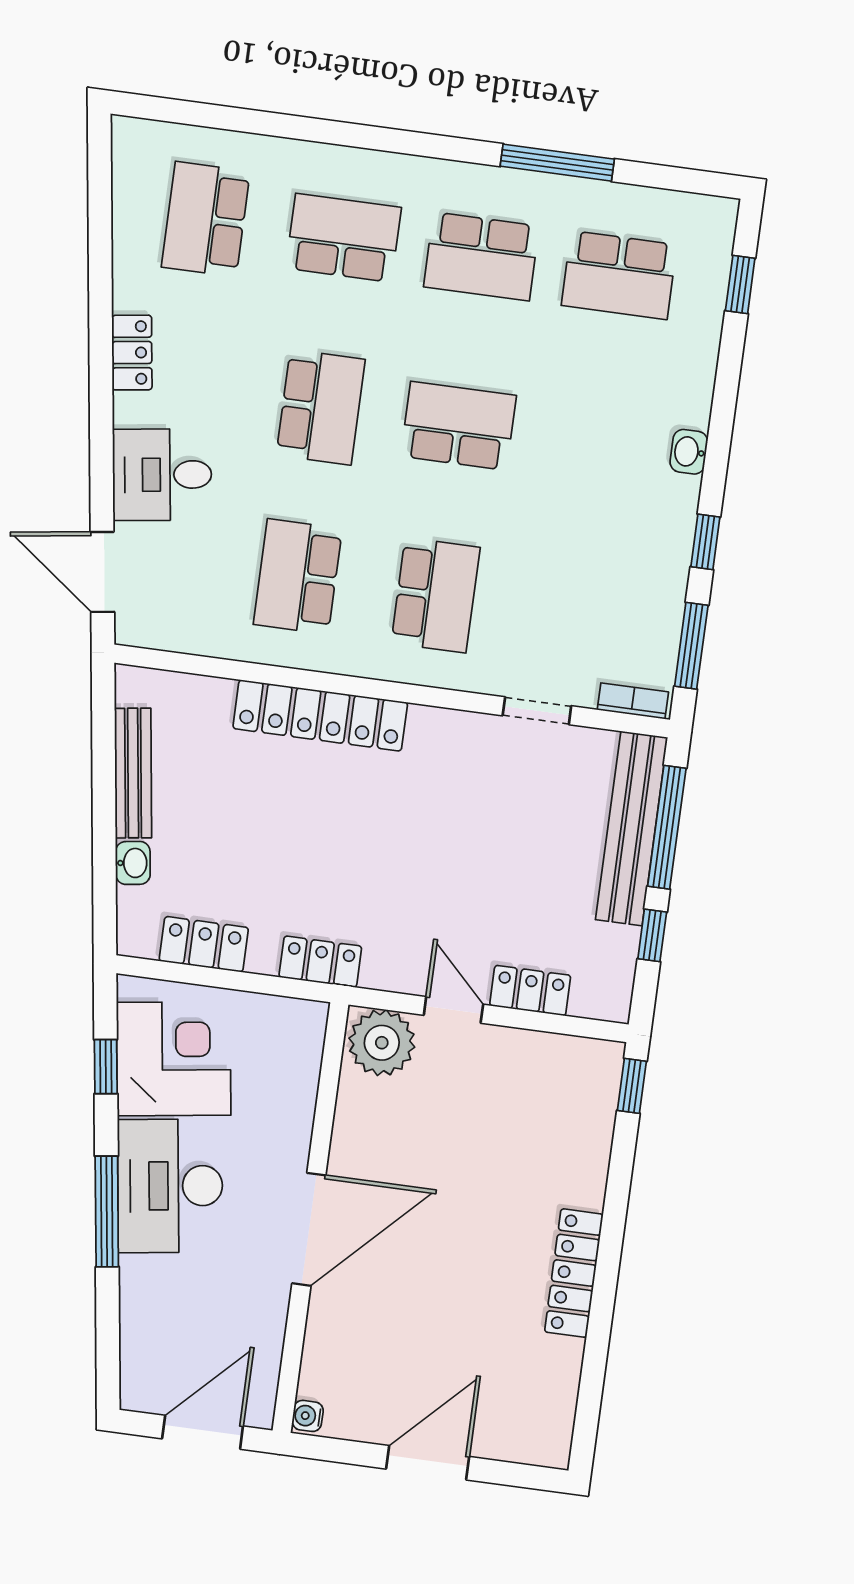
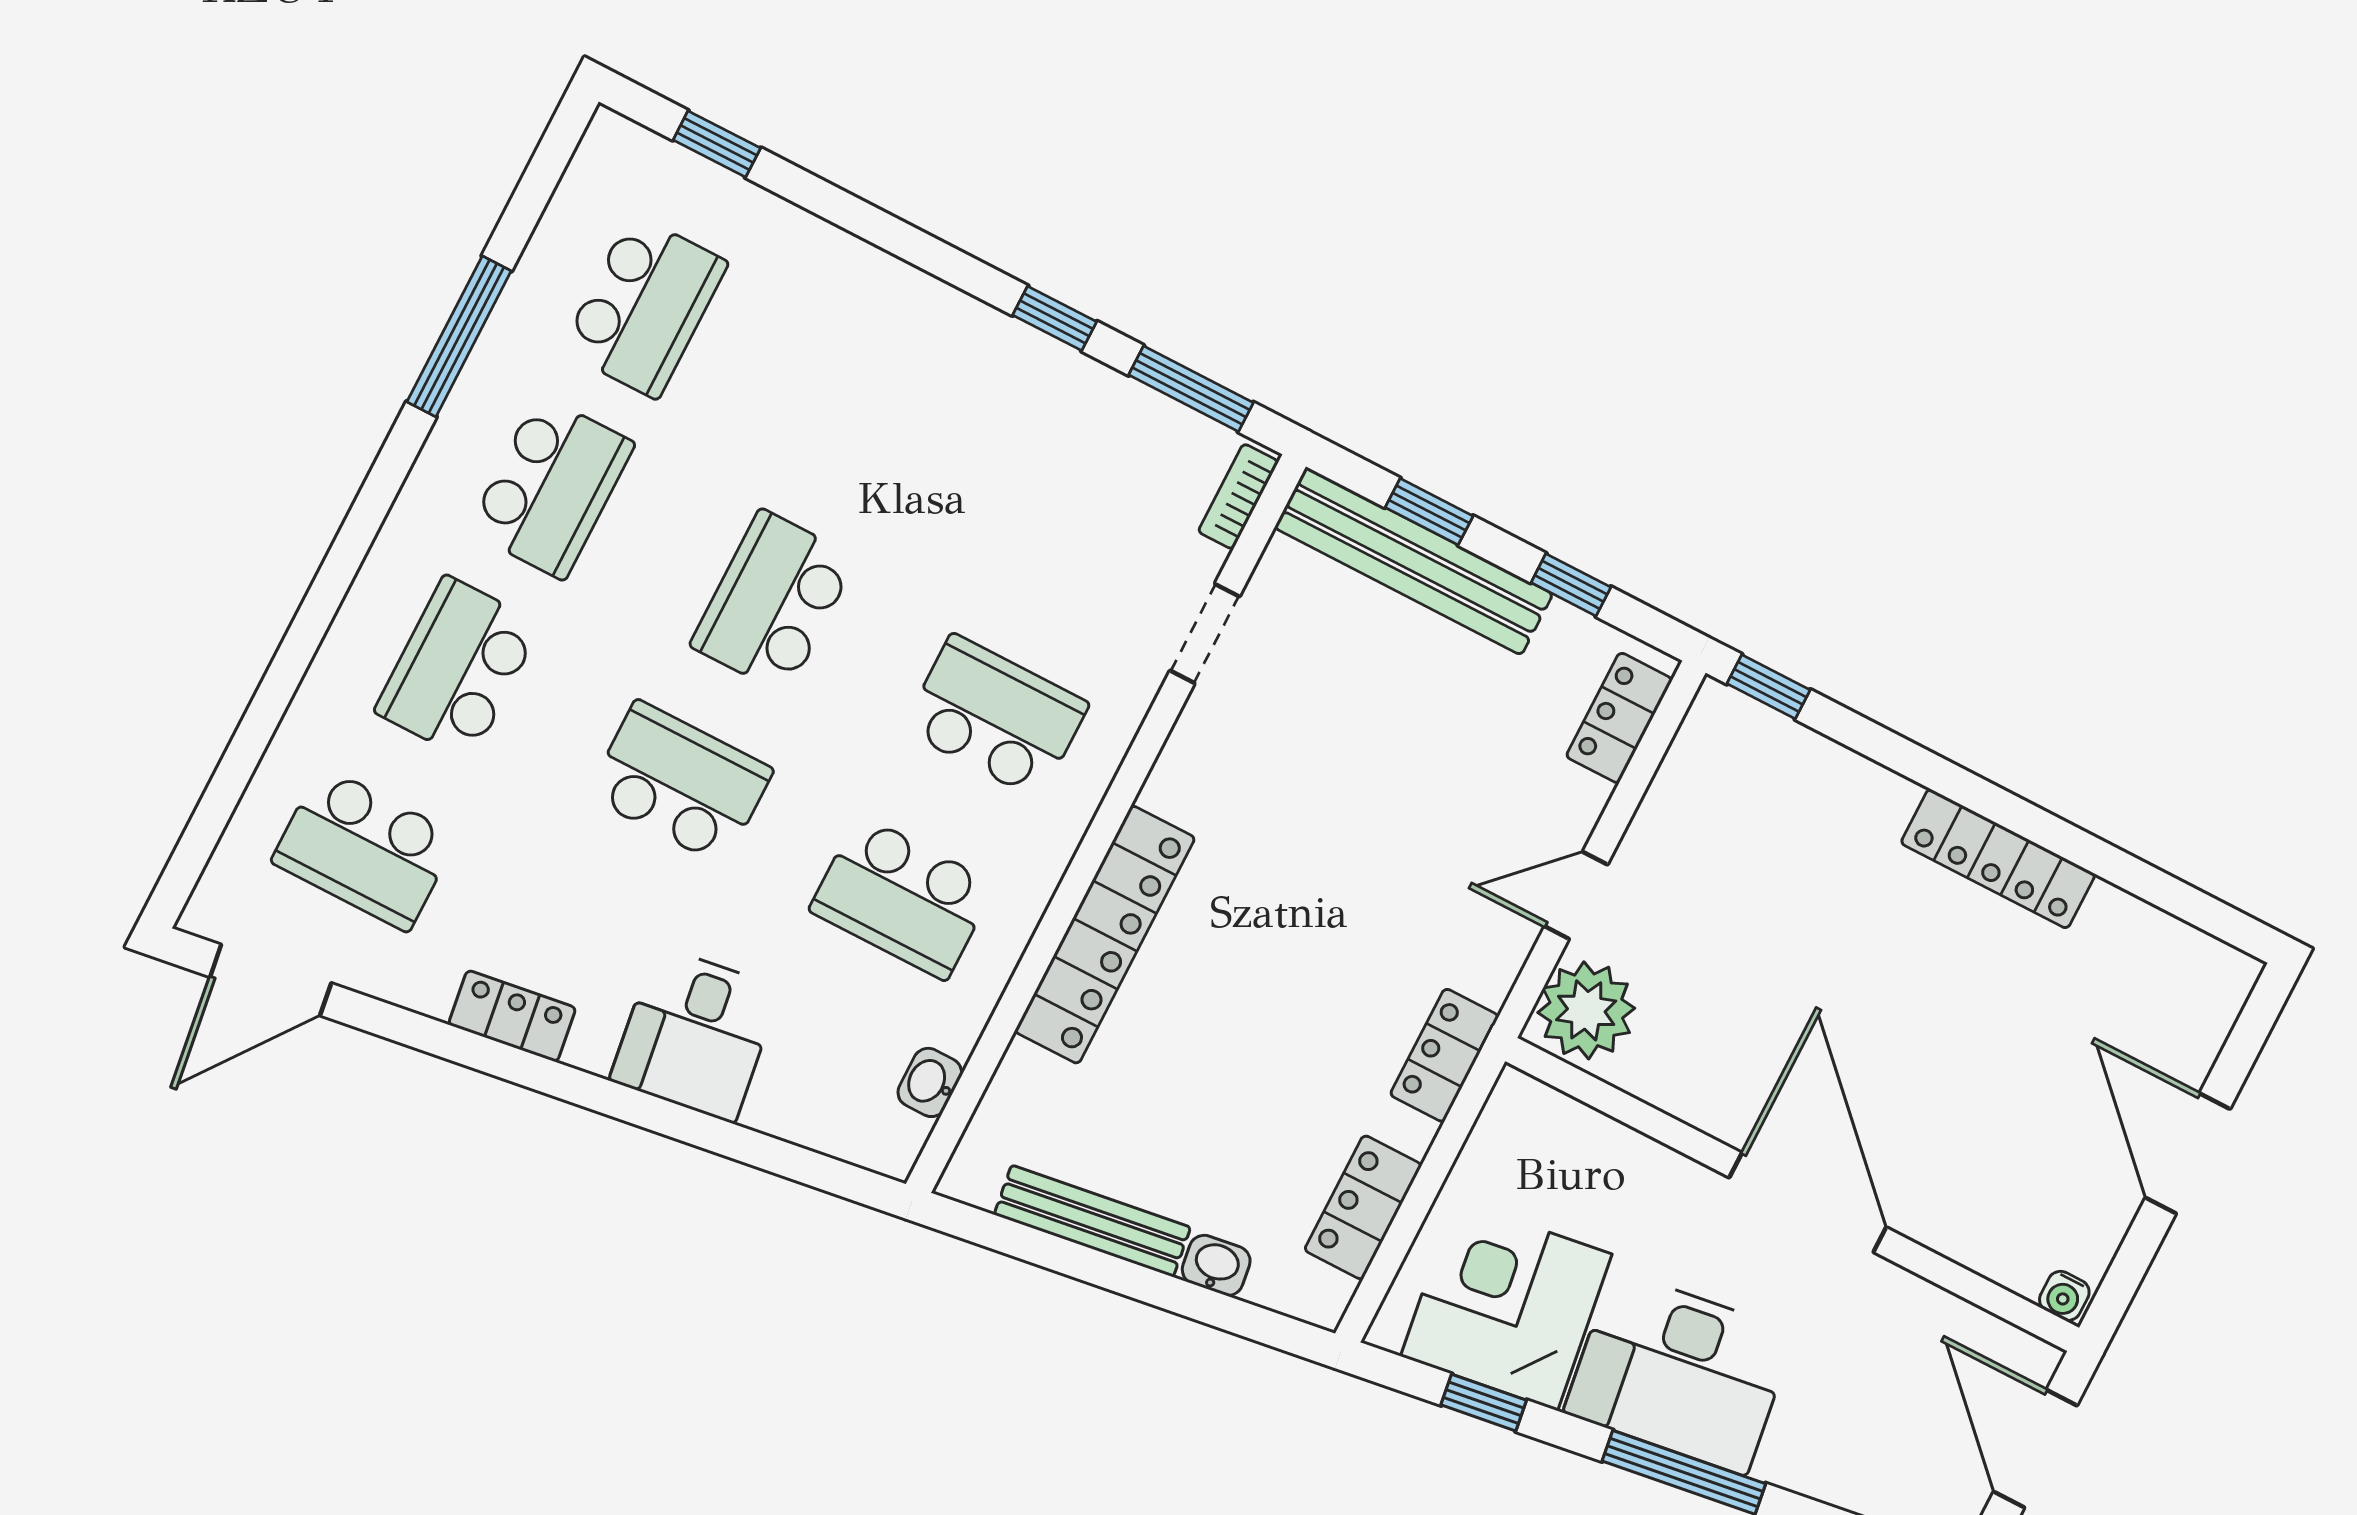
washbasin: (689, 452) -> (930, 1082), moved, turned 90
door: (102, 572) -> (271, 980), moved
window: (667, 827) -> (1429, 512), width x0.46
locker: (530, 990) -> (1619, 718), moved

